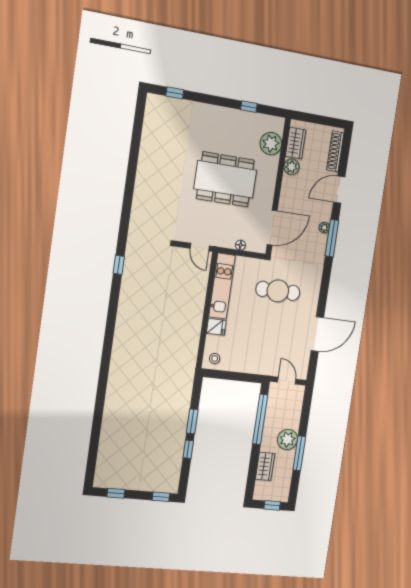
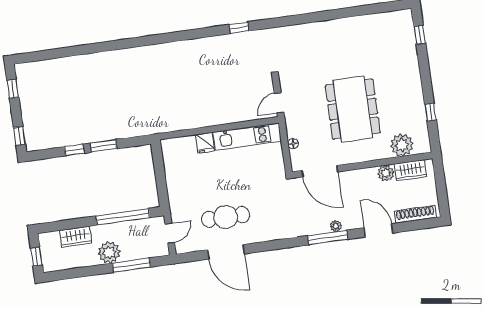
cafe table: (278, 291) -> (226, 217), moved, turned 90
stool: (215, 359) -> (173, 150), removed
window: (299, 453) -> (131, 265), moved

